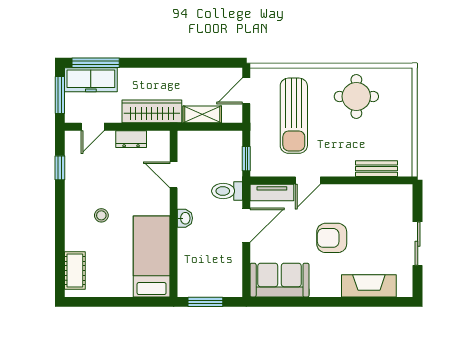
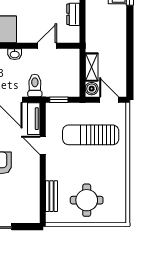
round table: (356, 96) -> (87, 200), moved
wardrobe: (152, 111) -> (94, 30), removed
boiler: (231, 114) -> (92, 89), added

